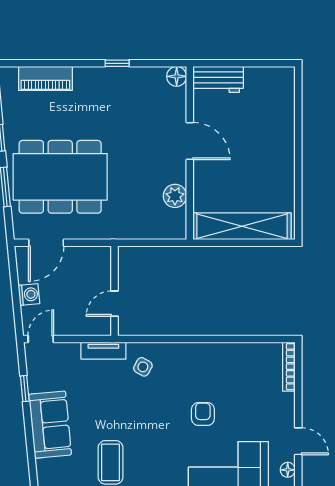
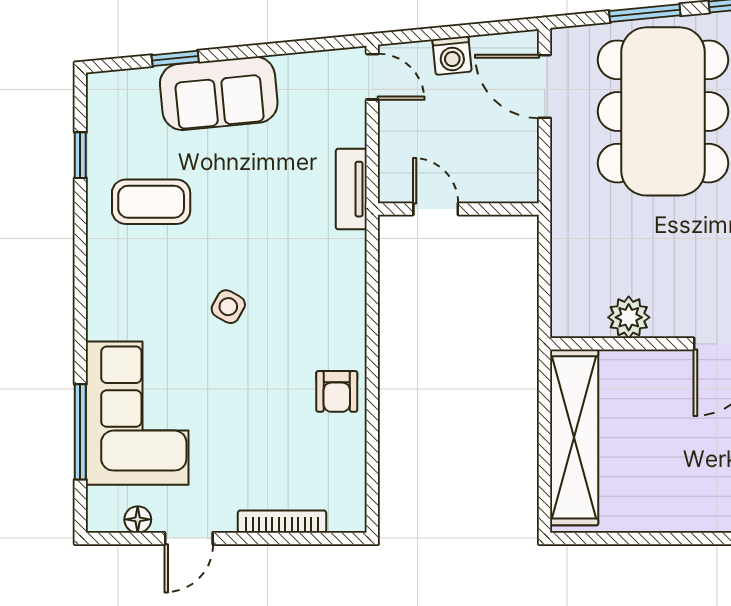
side table: (143, 367) -> (228, 307), moved
bookcase: (289, 367) -> (282, 522), moved
window: (25, 389) -> (175, 58), moved
armchair: (203, 414) -> (337, 391), moved, turned 90

